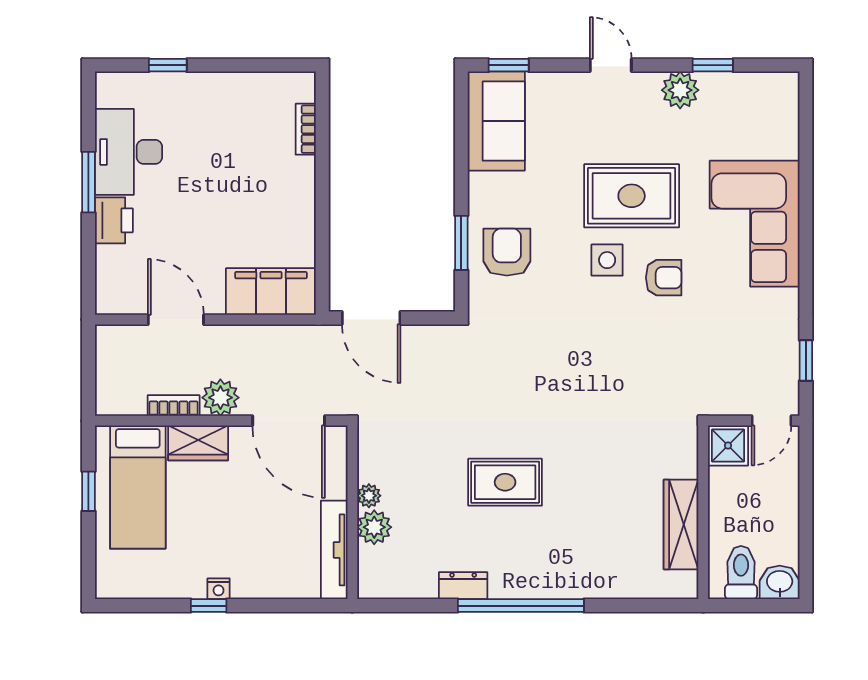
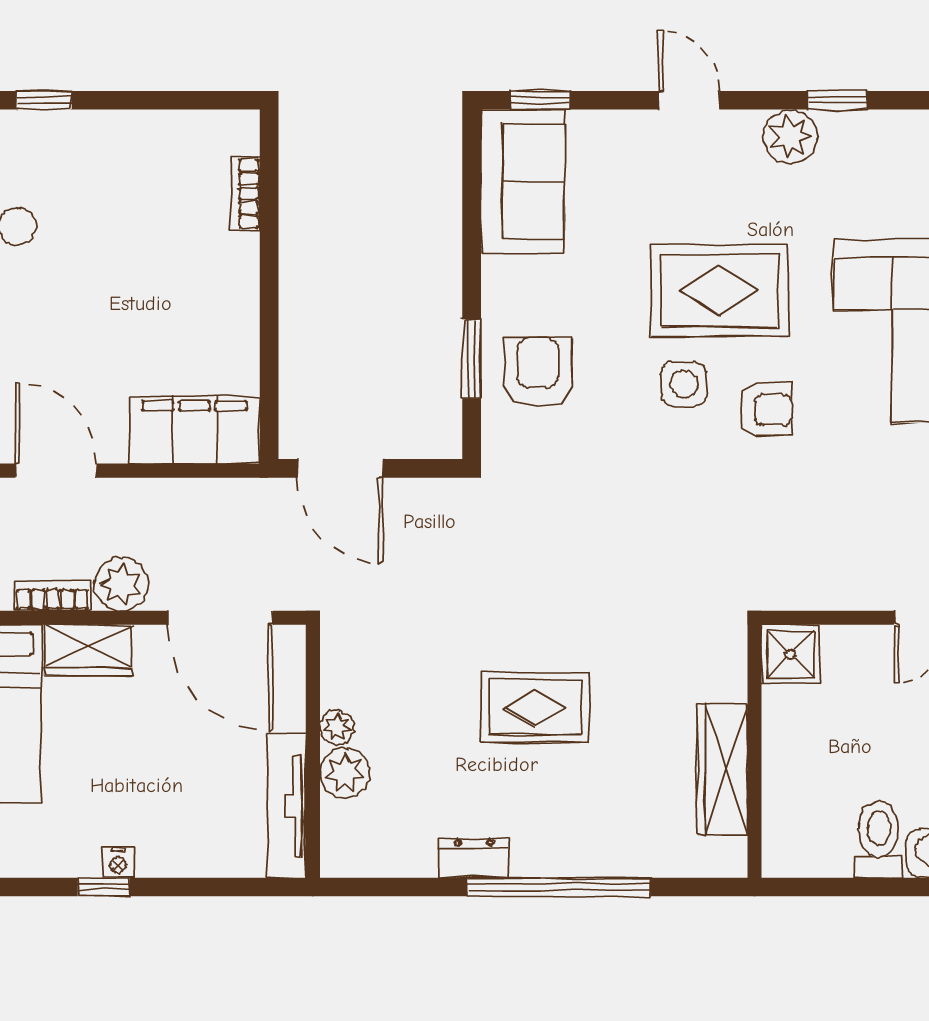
shower: (728, 446) -> (791, 654), moved
wall: (703, 512) -> (755, 751), moved
wardrobe: (681, 524) -> (722, 769), moved

